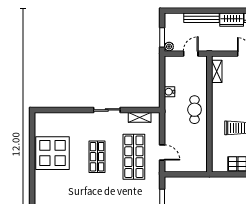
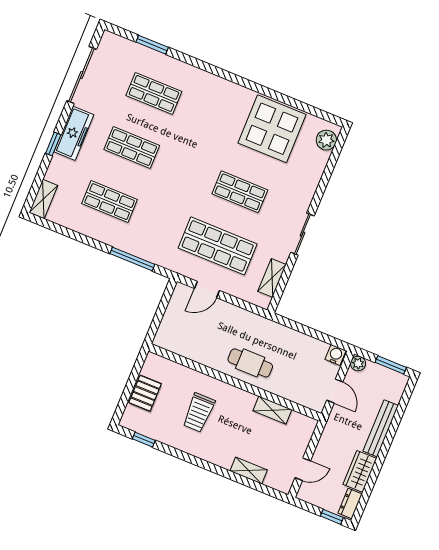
window: (162, 37) -> (391, 365), moved
shelving: (217, 71) -> (272, 410), moved
water cooler: (169, 92) -> (335, 355), moved
plant: (46, 119) -> (326, 140), added

